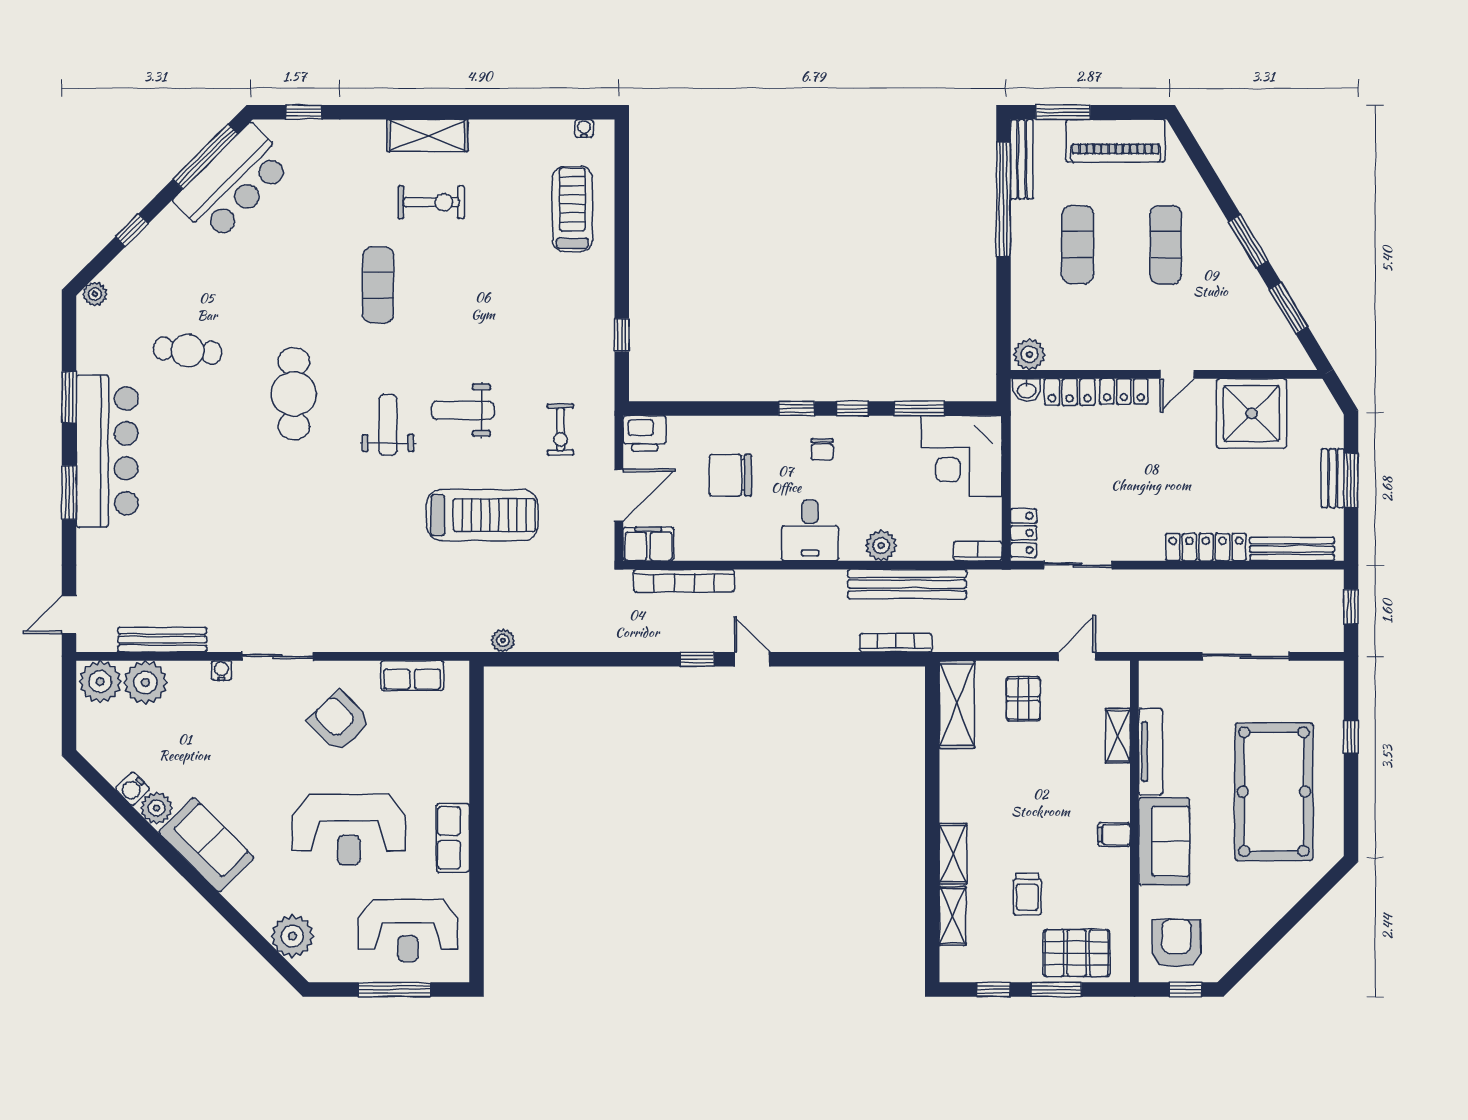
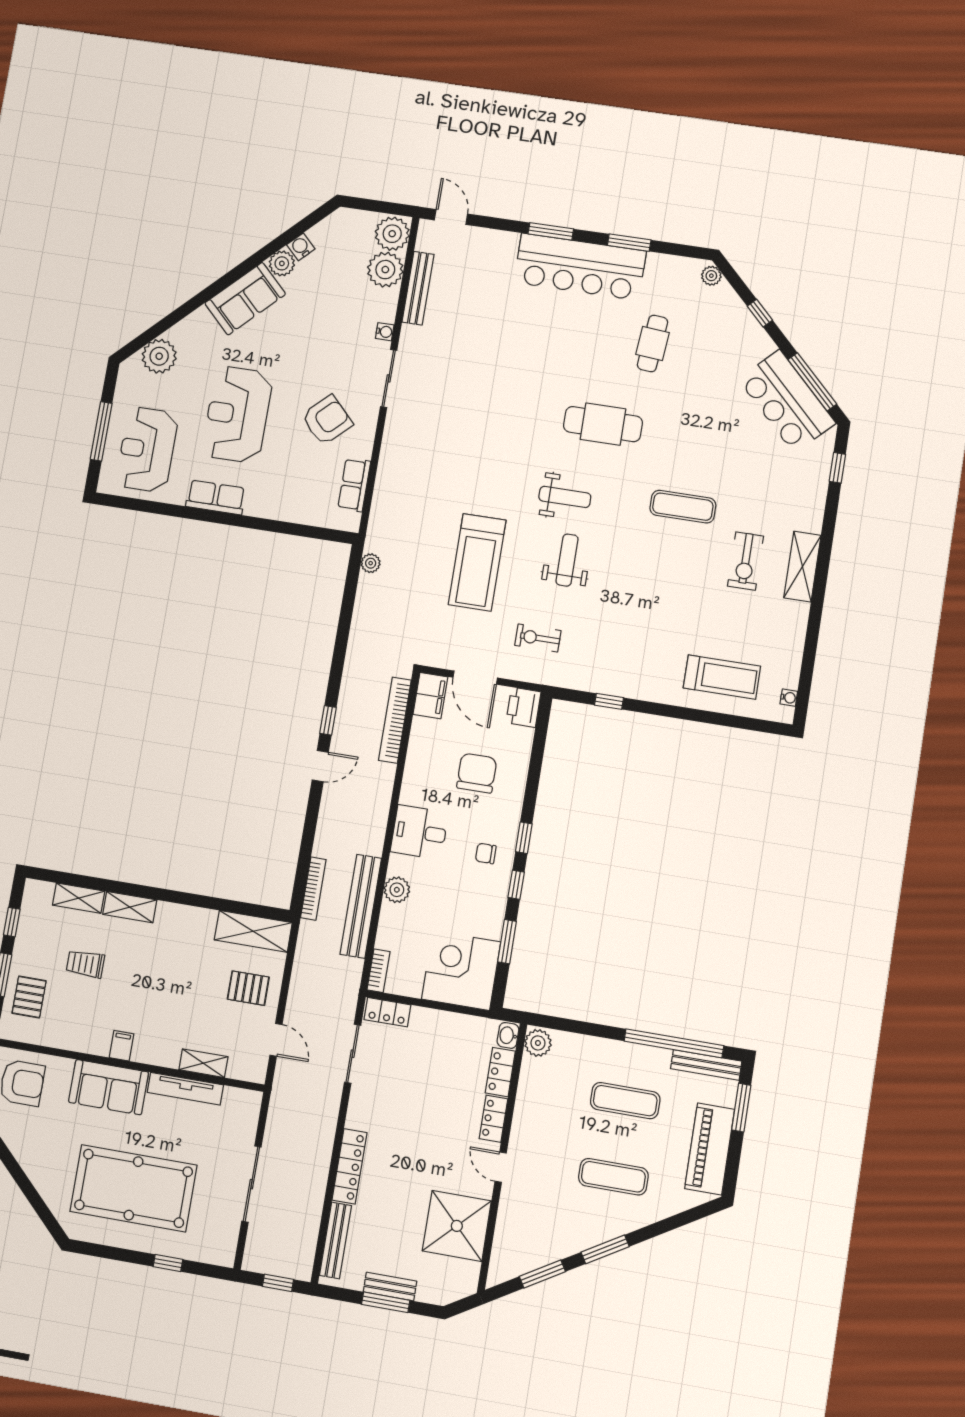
pallet: (1077, 953) -> (29, 997), width x0.67, depth x0.71

